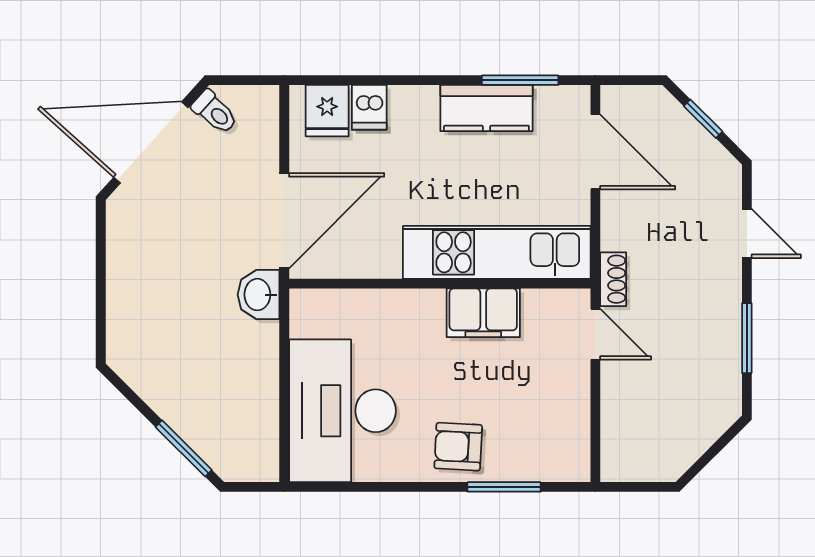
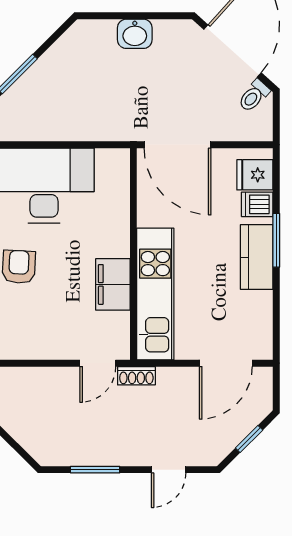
window: (520, 80) -> (276, 240), moved
kitchen counter: (486, 108) -> (257, 257), moved
washbasin: (259, 295) -> (135, 34), moved, turned 180

